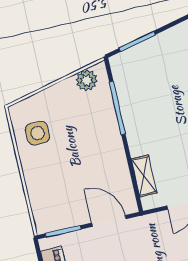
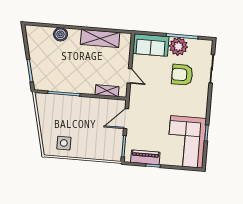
plant: (87, 80) -> (43, 106), removed

